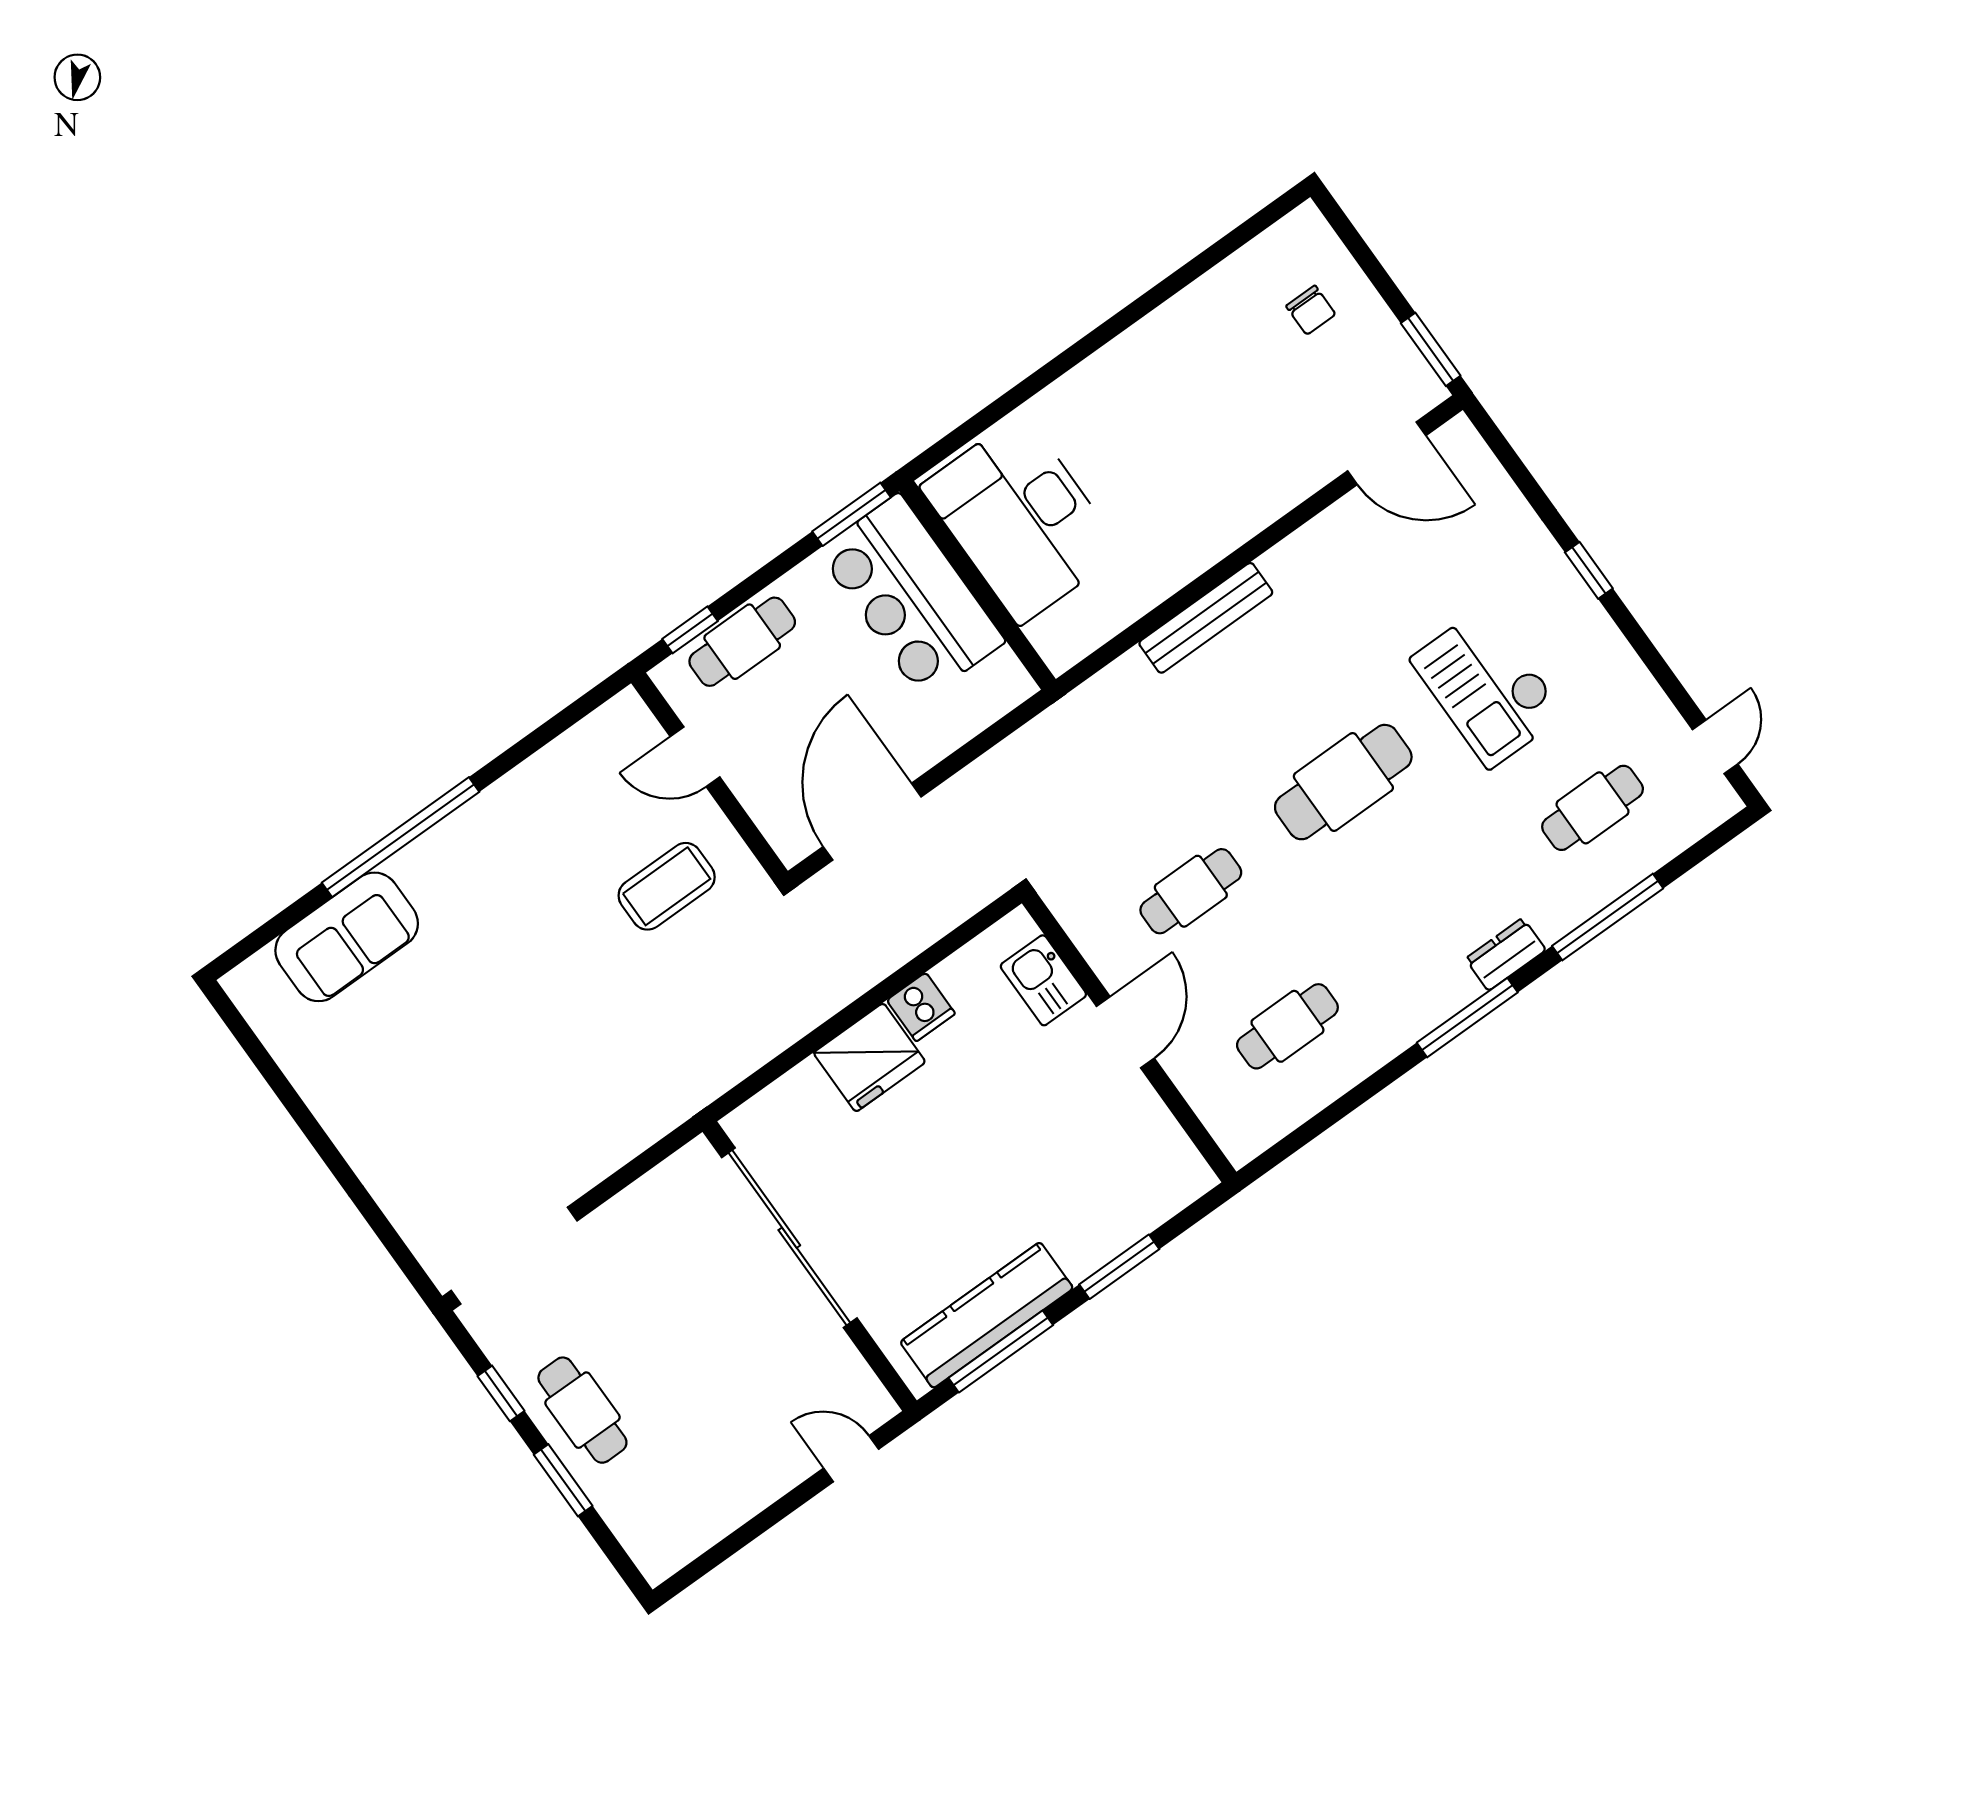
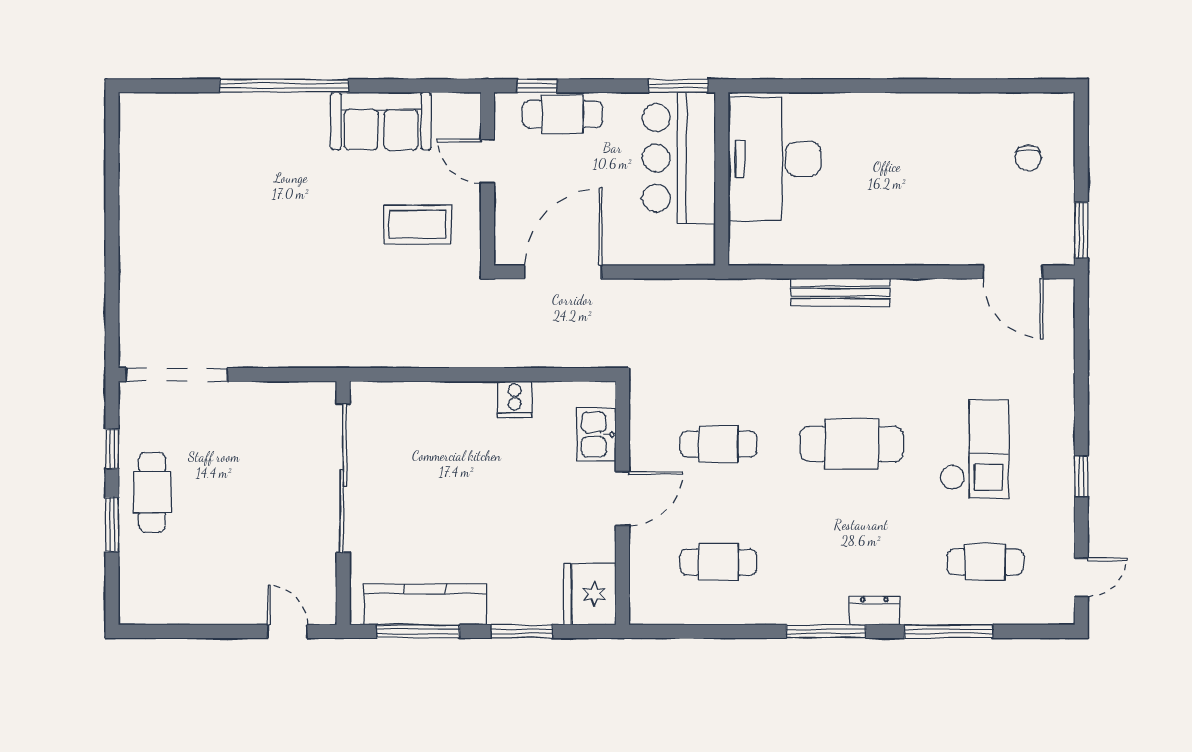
window: (1589, 570) -> (1081, 476), moved
checkout: (1488, 687) -> (975, 449), turned 180
sofa: (347, 937) -> (381, 121), moved
fridge: (870, 1057) -> (590, 594), moved, turned 90

